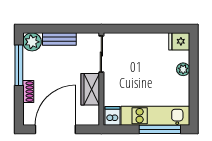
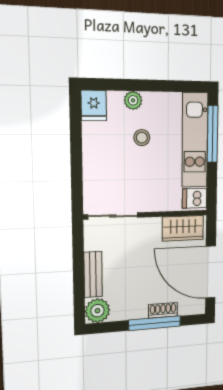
window: (19, 65) -> (155, 323), moved
stool: (157, 76) -> (142, 138), added
wardrobe: (90, 89) -> (183, 228), moved

